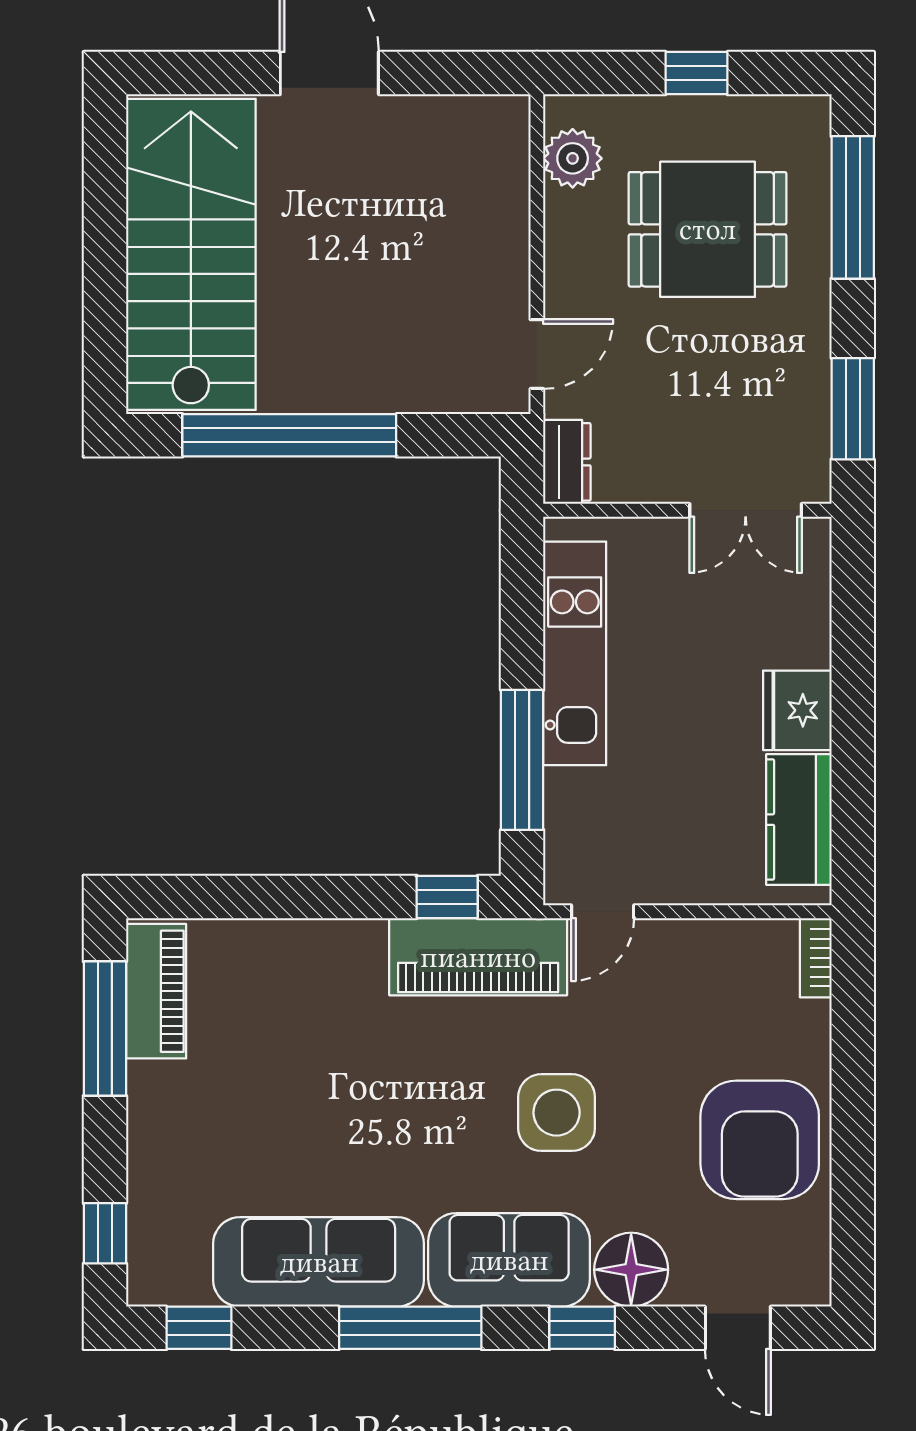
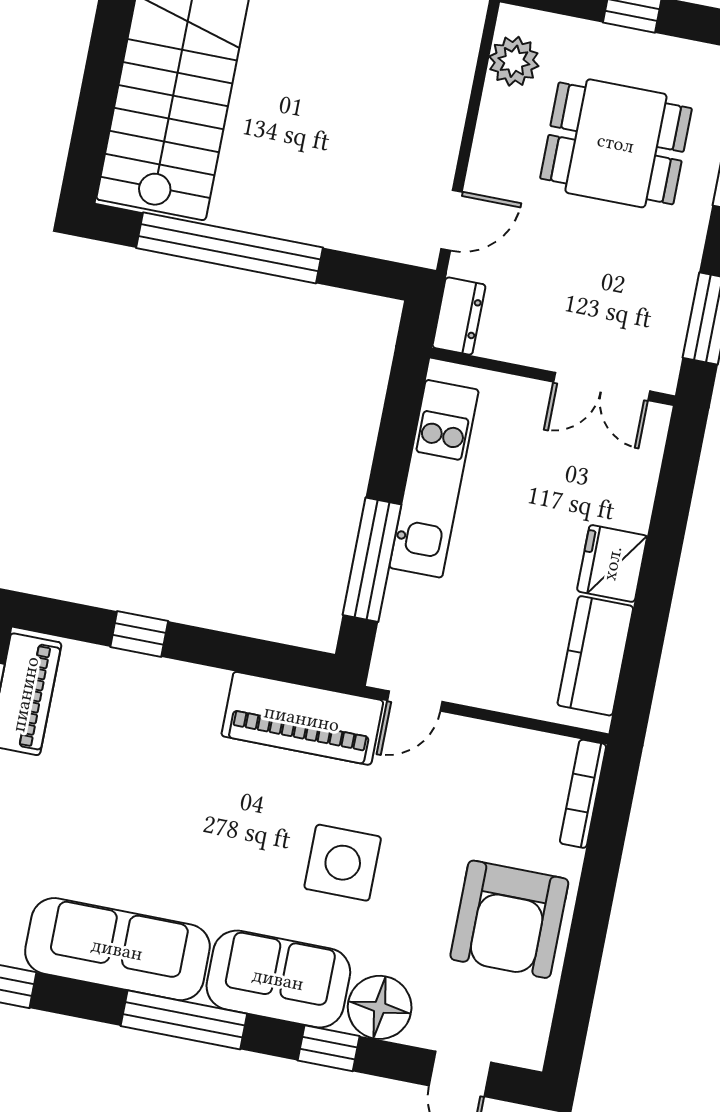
window: (447, 897) -> (139, 634), moved
bookcase: (816, 958) -> (583, 794), width x1.56

